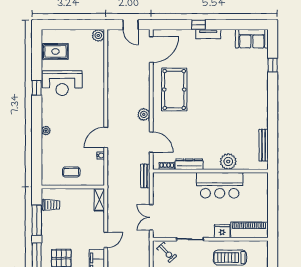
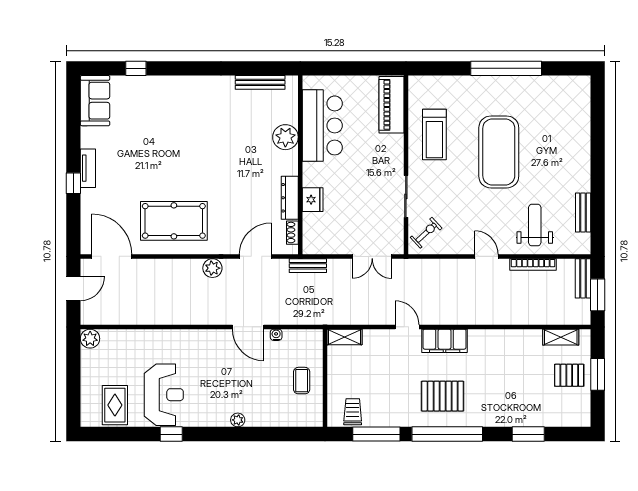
bar counter: (220, 185) -> (322, 125), moved
fridge: (222, 231) -> (313, 200), moved, turned 180

